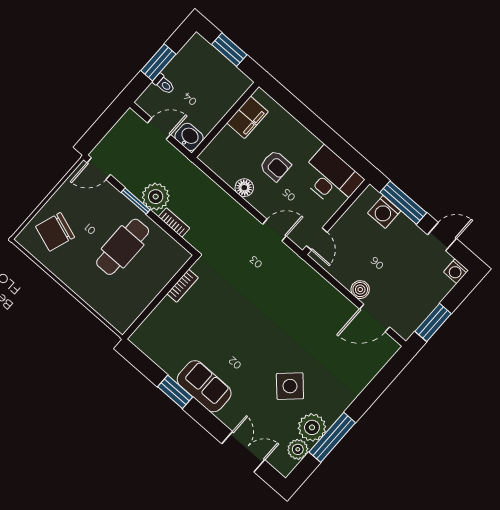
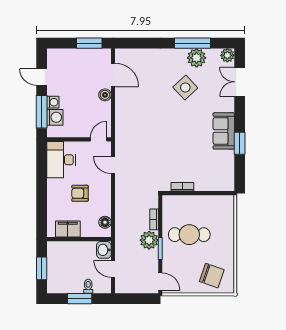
armchair: (275, 166) -> (80, 193), turned -90
floor lamp: (244, 188) -> (105, 222), moved
washing machine: (456, 271) -> (53, 102), moved
plant: (298, 449) -> (227, 55), moved

